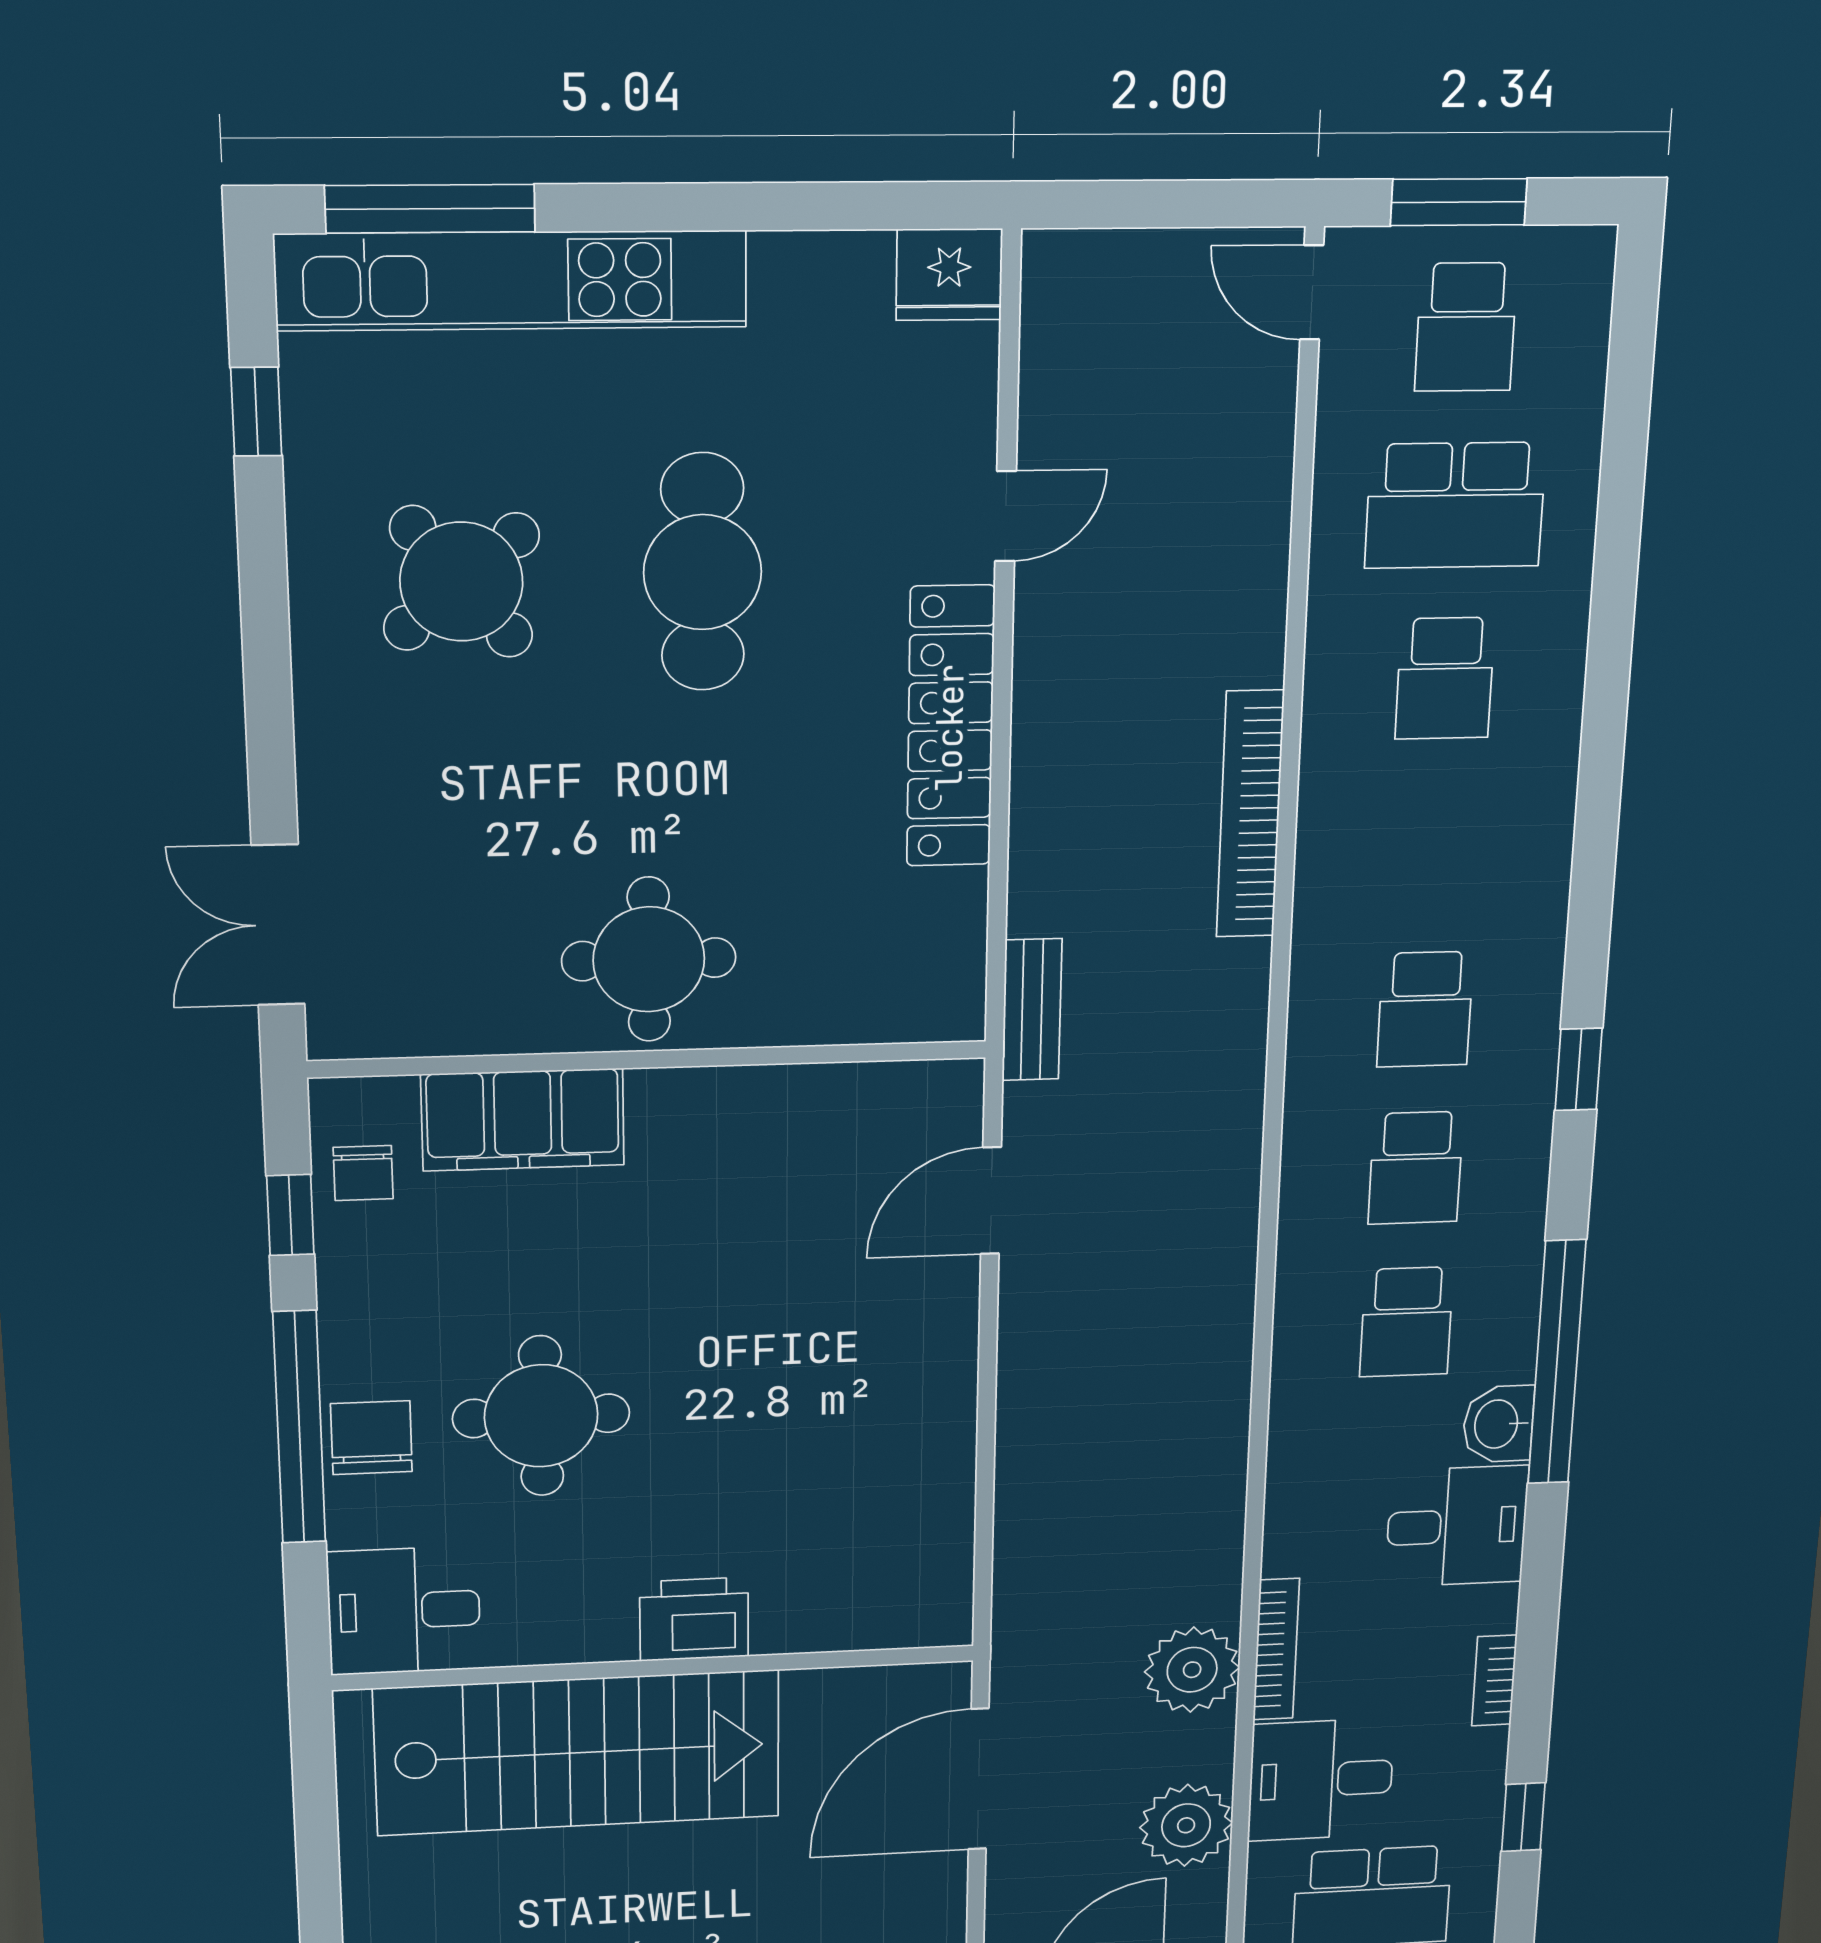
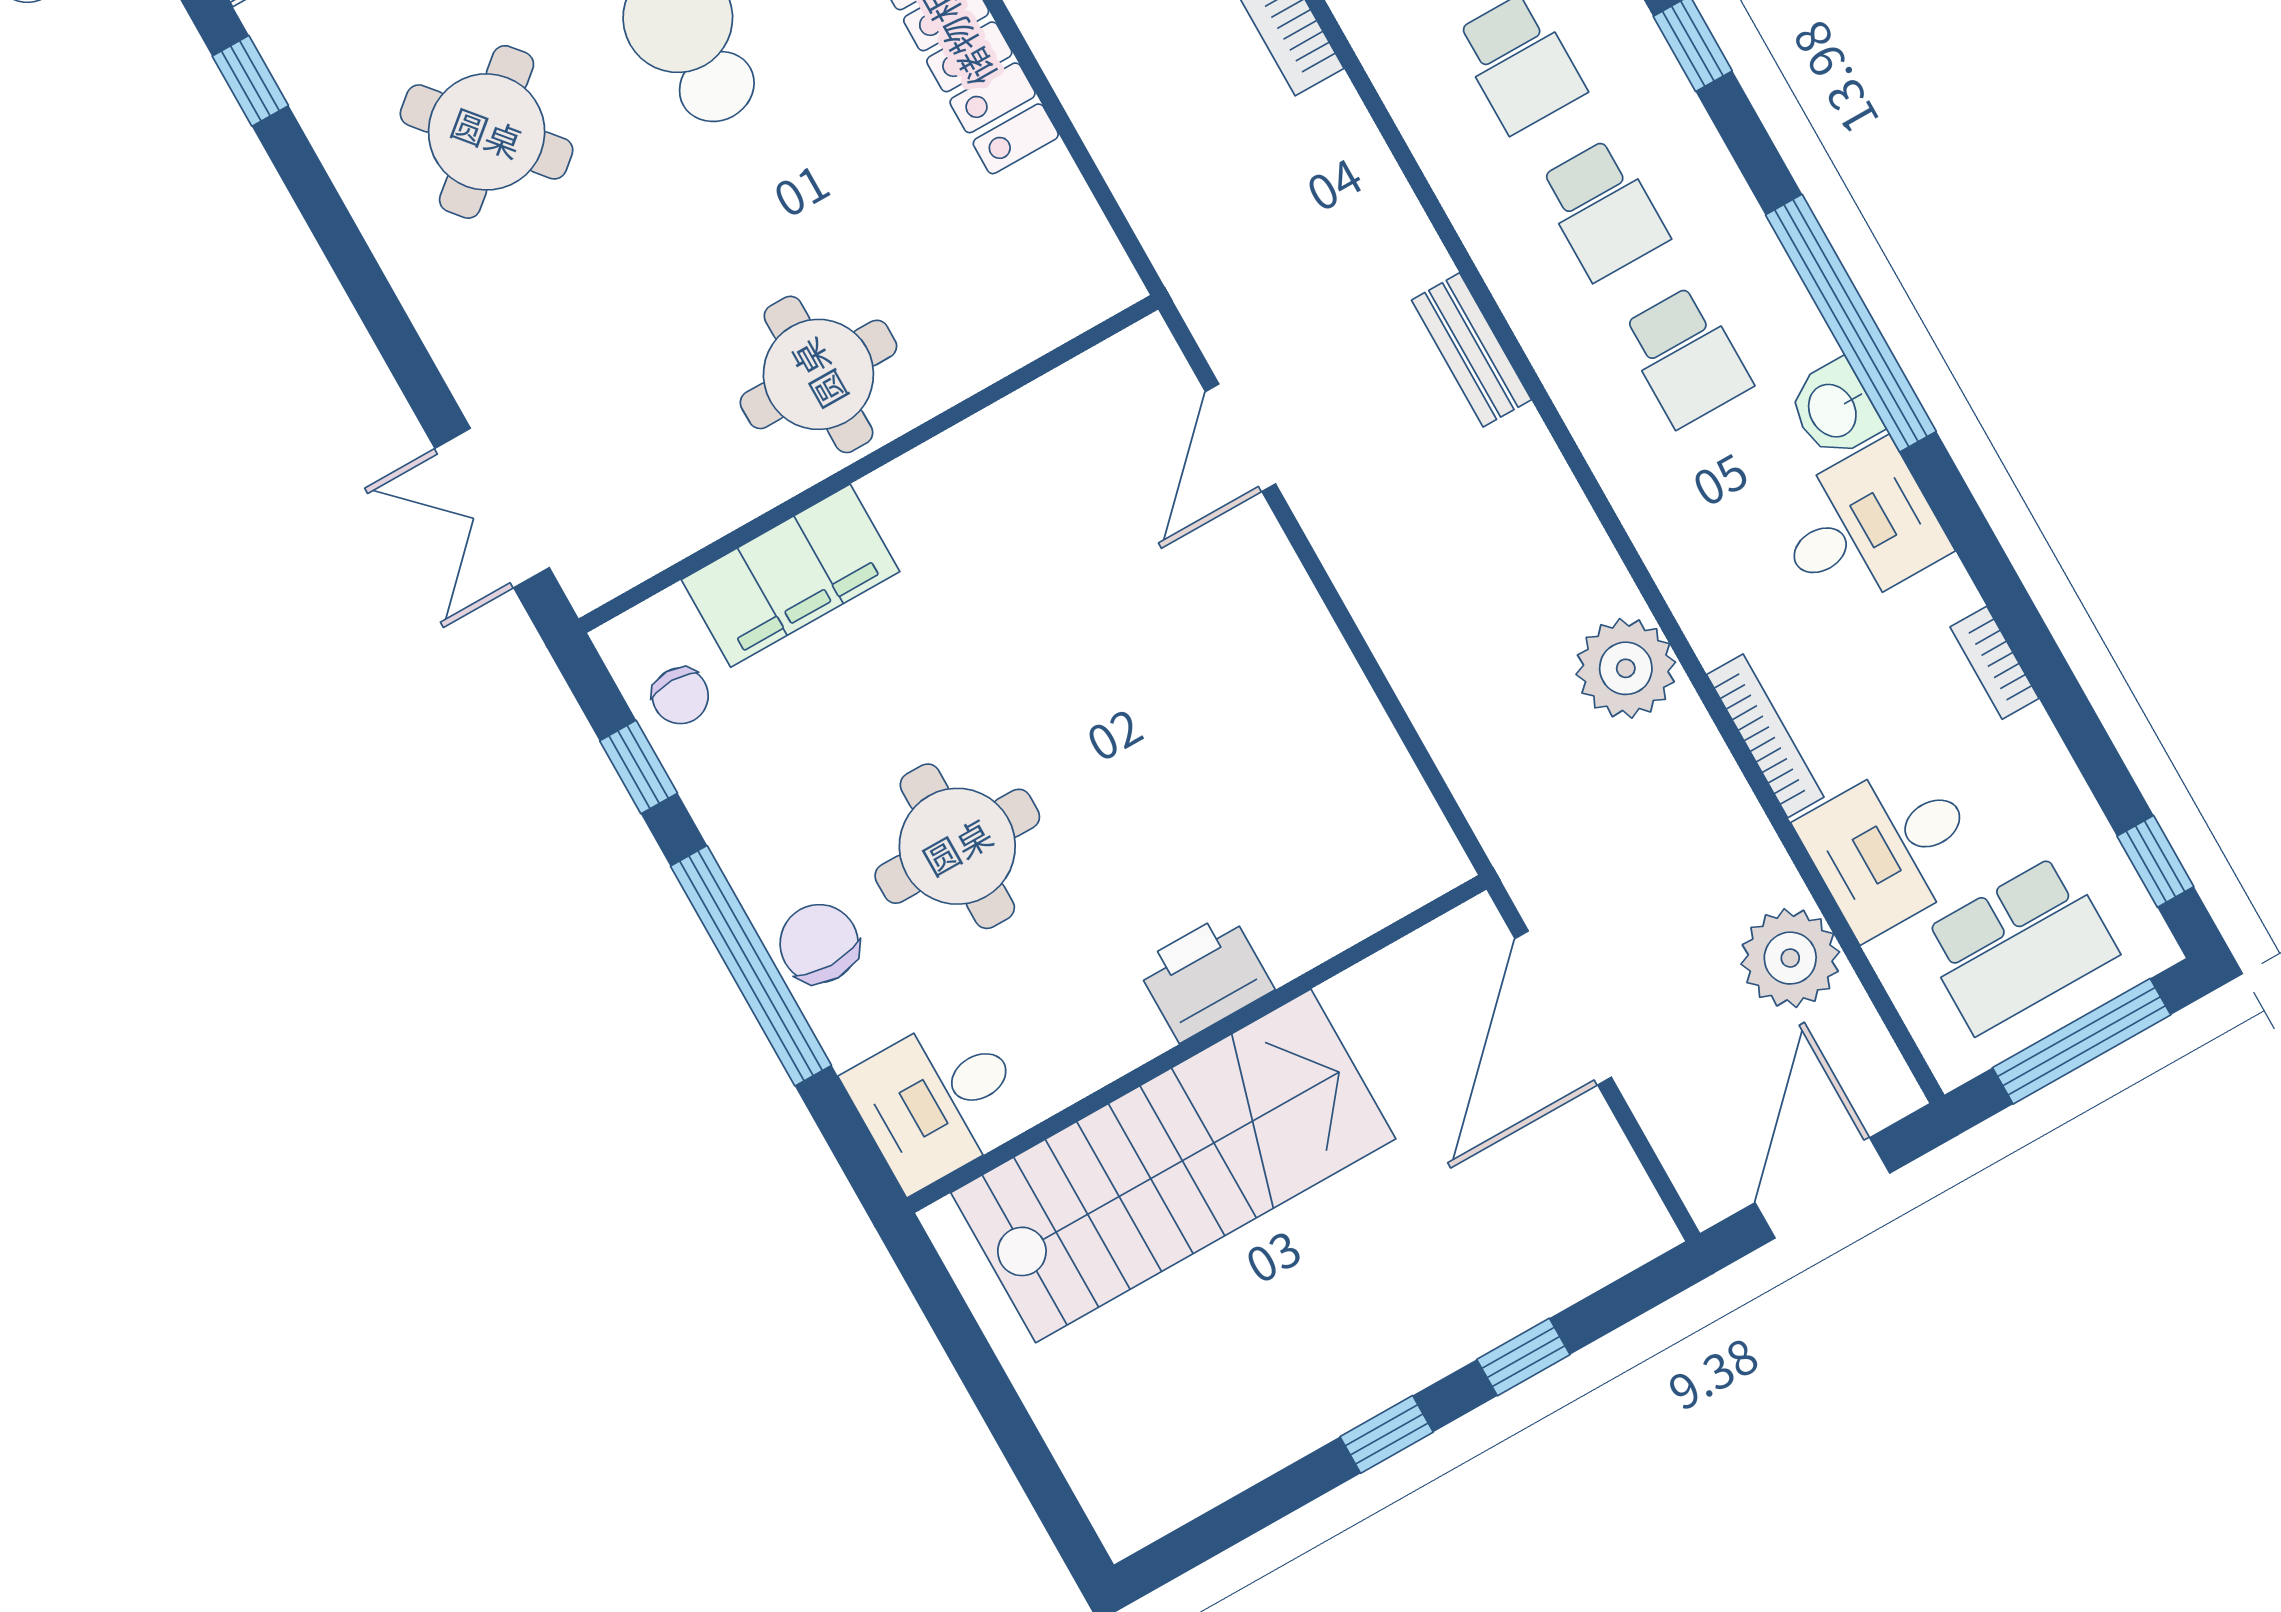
bench: (1032, 1010) -> (1471, 350), moved
plant: (1192, 1670) -> (1626, 668), moved
window: (1523, 1817) -> (2155, 861), moved

